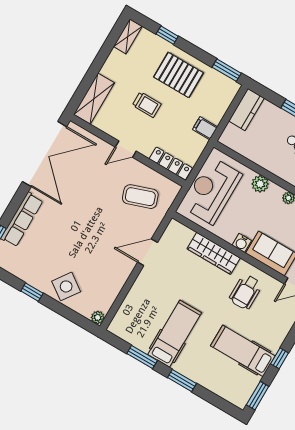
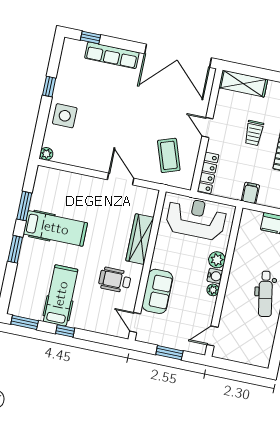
water cooler: (242, 243) -> (215, 276), moved, turned 180
side table: (66, 286) -> (65, 116), turned -35

